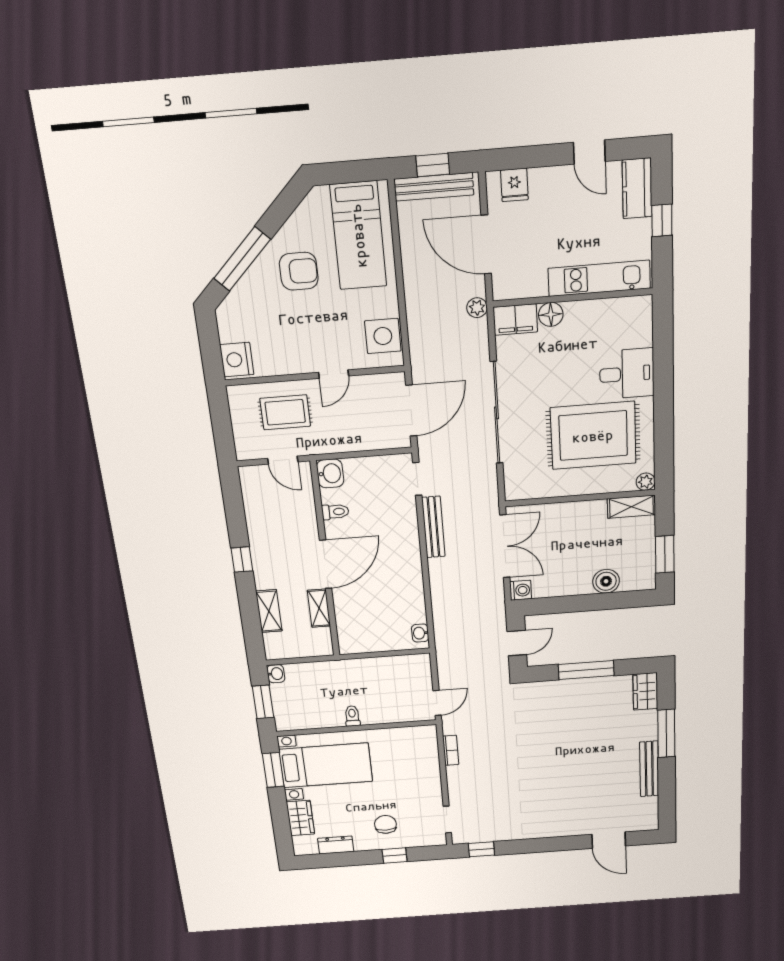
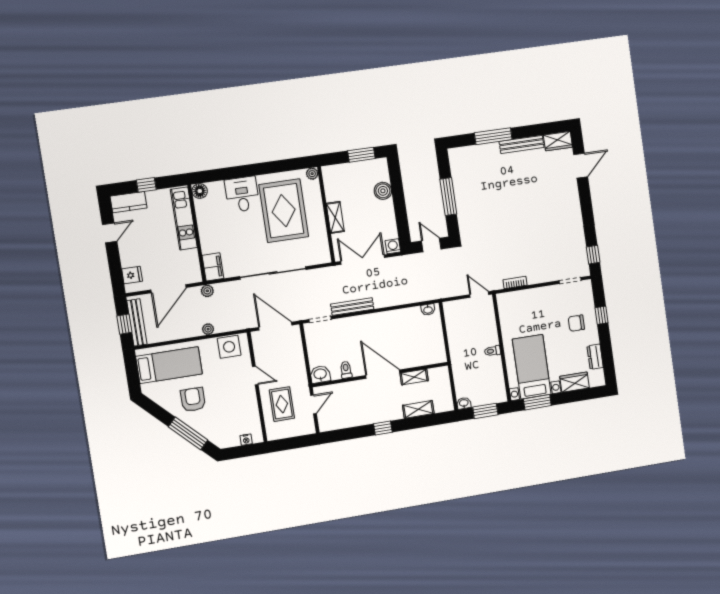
plant: (414, 304) -> (208, 329), added
floor lamp: (551, 314) -> (200, 191), moved
nightstand: (237, 360) -> (246, 440), width x0.53, depth x0.56
shelving: (631, 507) -> (335, 217), moved
wardrobe: (645, 691) -> (558, 141), moved

